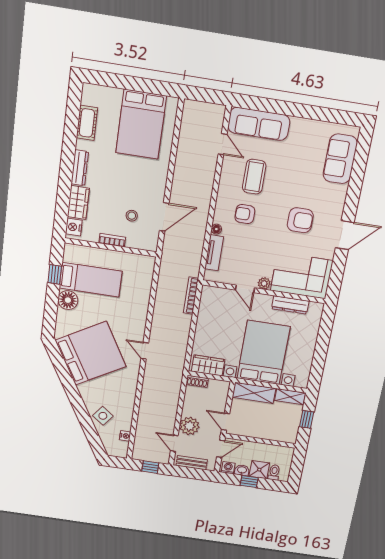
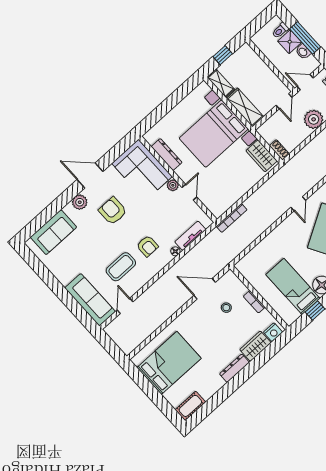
cot: (87, 123) -> (190, 406), moved
plant: (336, 205) -> (80, 202), added
washing machine: (228, 468) -> (312, 62), removed
window: (249, 482) -> (305, 38), width x2.17

